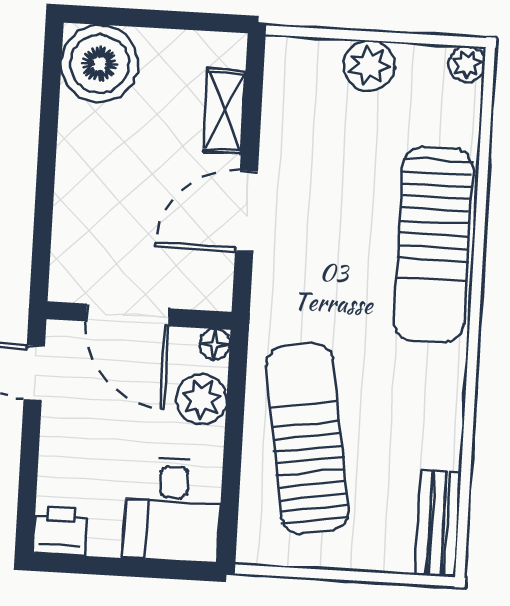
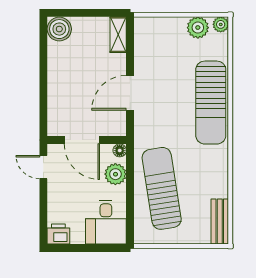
boiler: (100, 64) -> (59, 29), width x0.73, depth x0.73
plant: (369, 66) -> (198, 28), moved
shelving: (224, 111) -> (118, 35), moved

